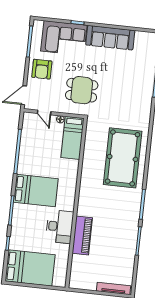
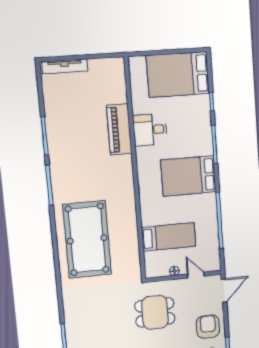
bed: (72, 138) -> (169, 237), moved, turned 90
desk: (60, 227) -> (150, 130), width x0.73

